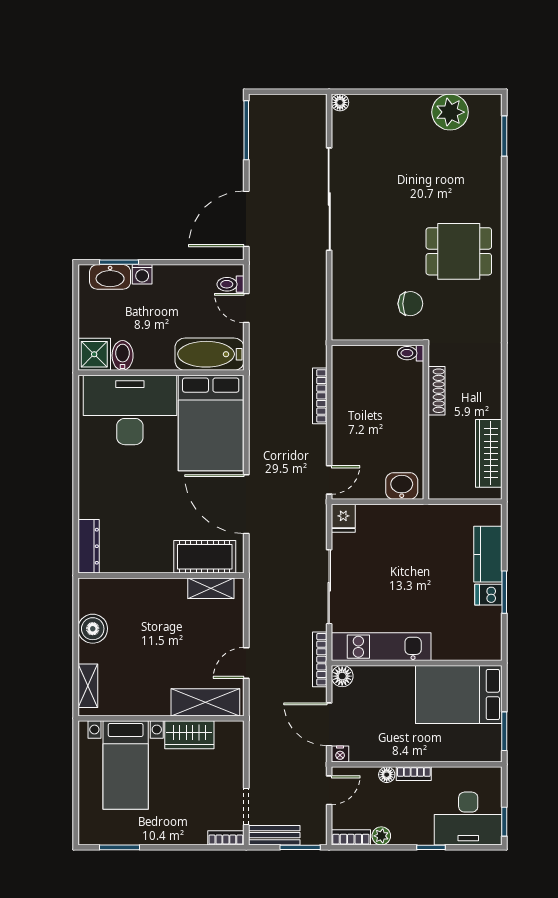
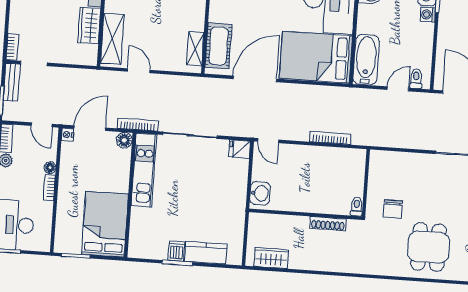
wardrobe: (489, 453) -> (271, 258), width x0.67

